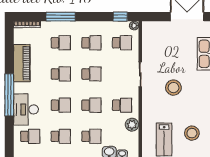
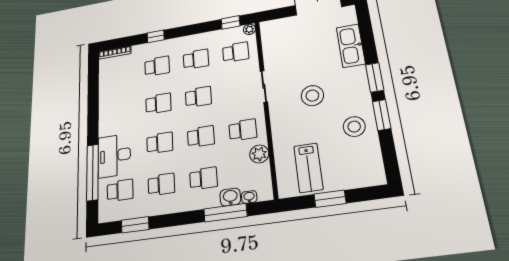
window: (61, 17) -> (156, 36), width x0.46
piano: (22, 63) -> (109, 99), removed
window: (9, 95) -> (93, 172), moved
stool: (192, 133) -> (354, 127), moved

